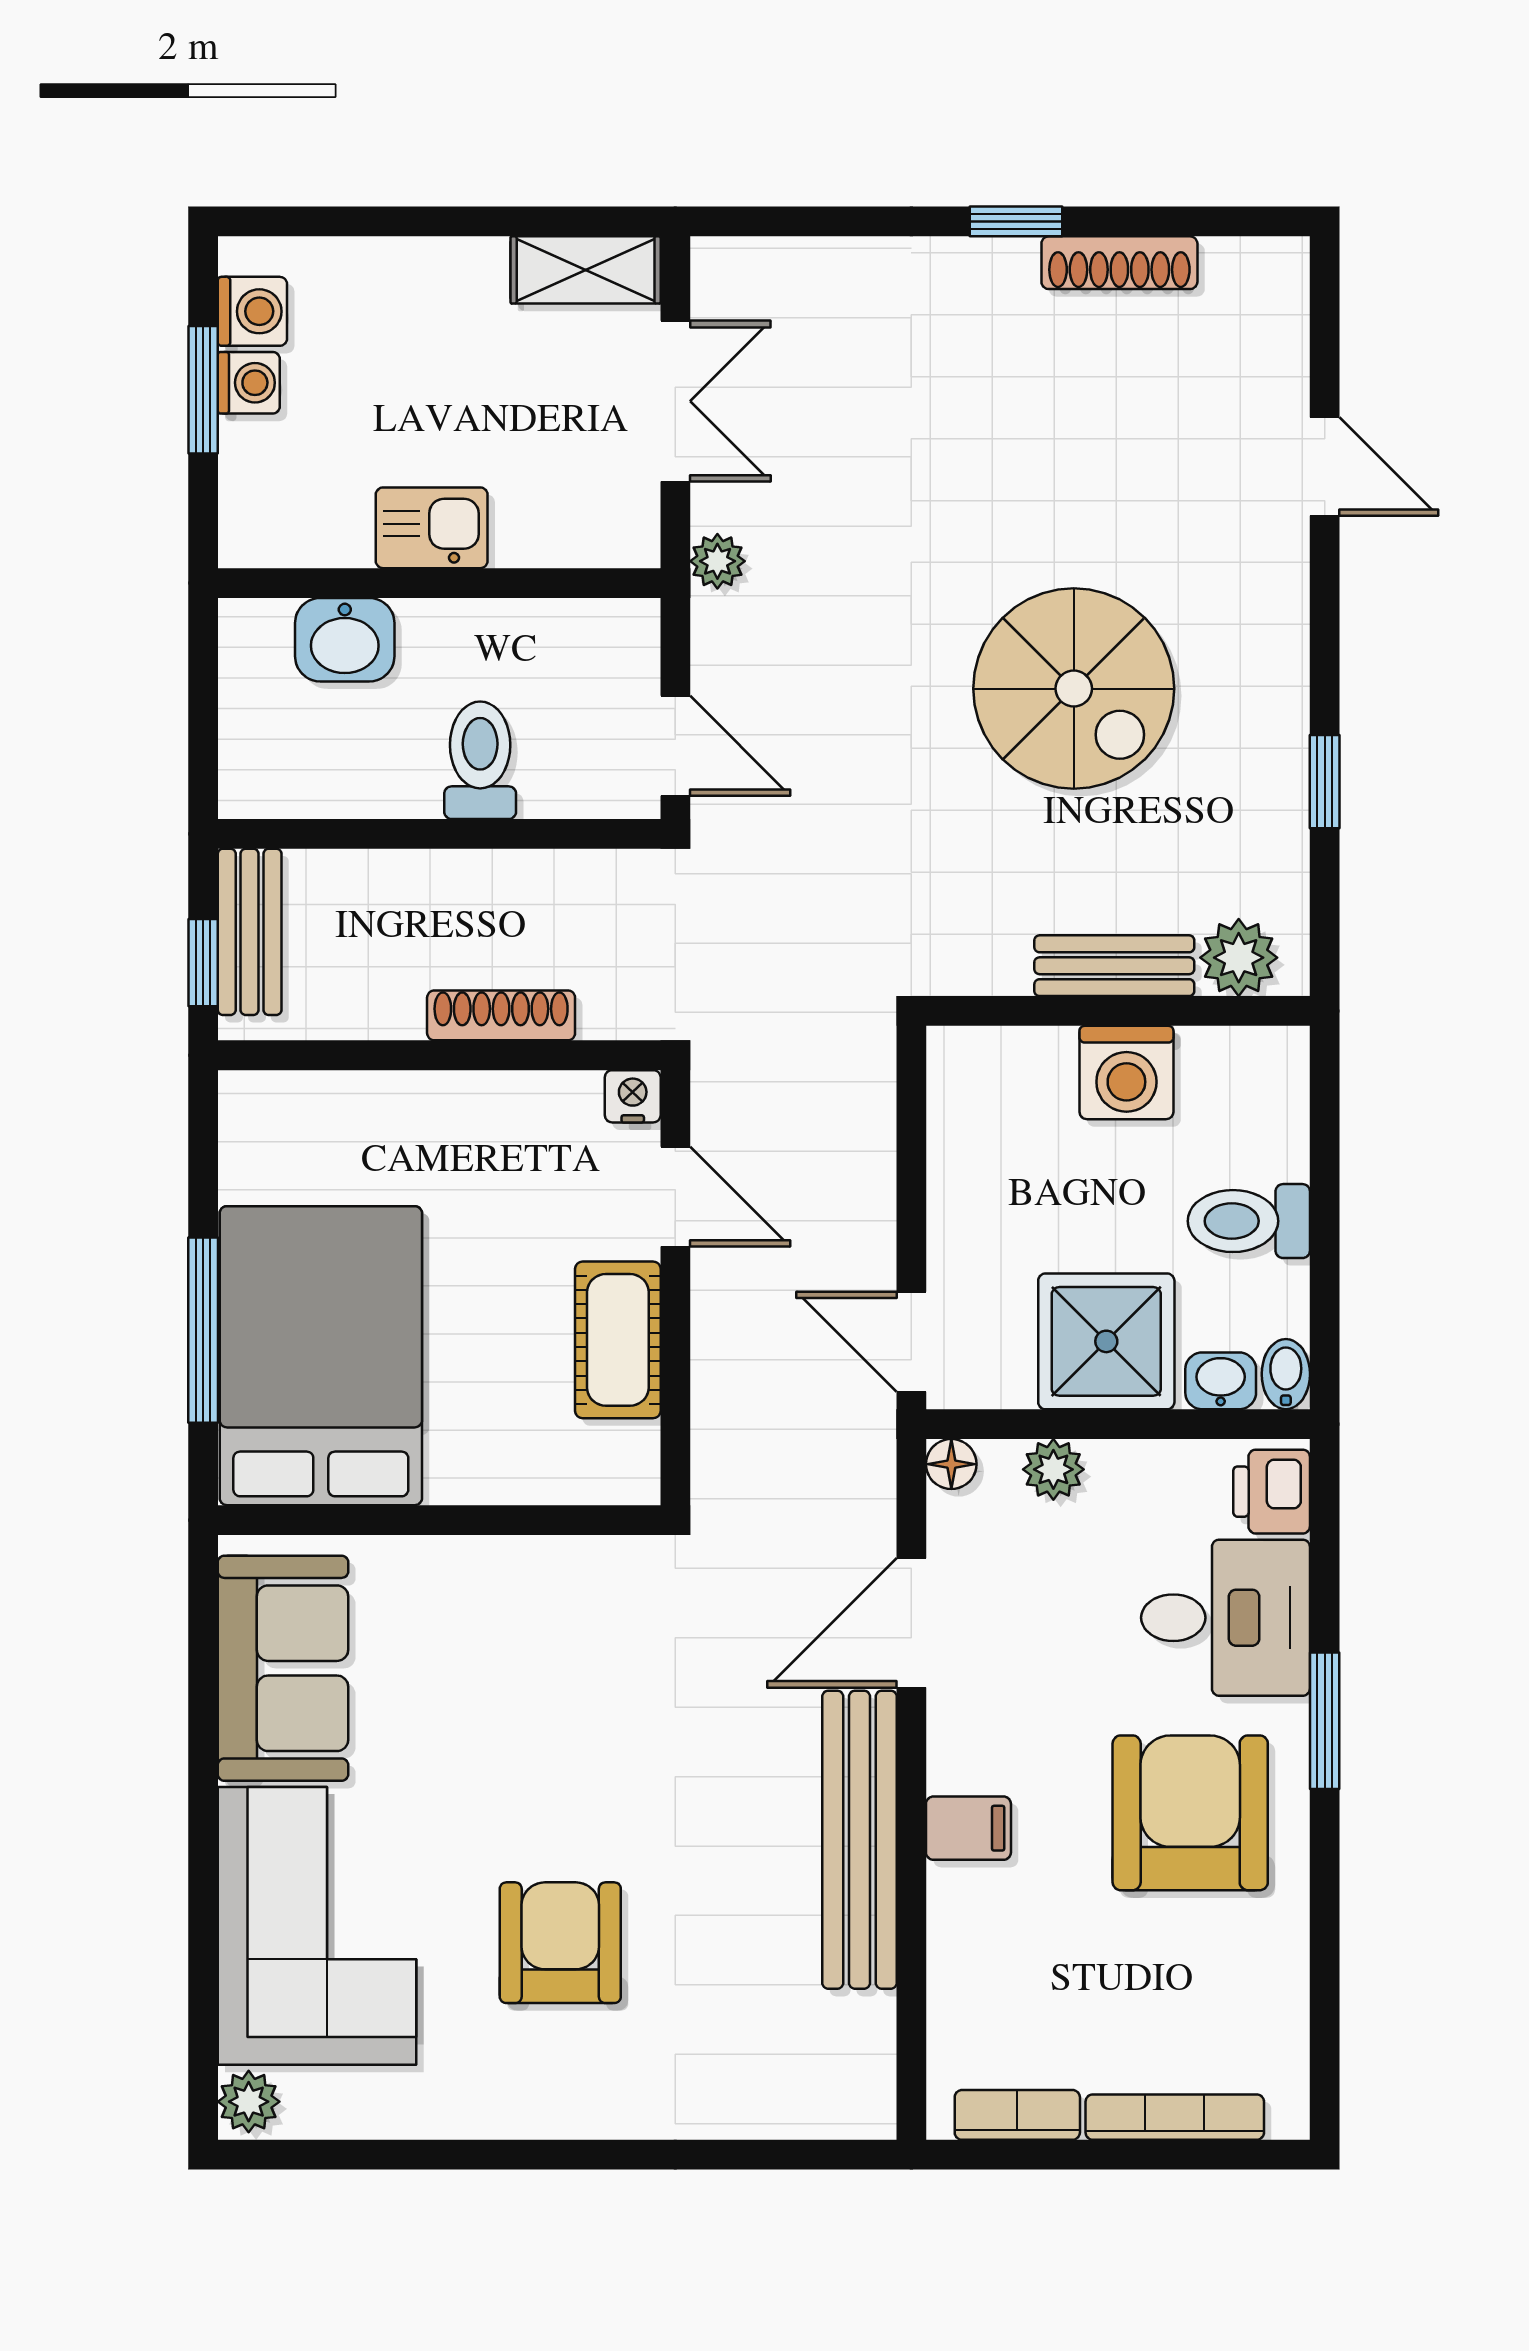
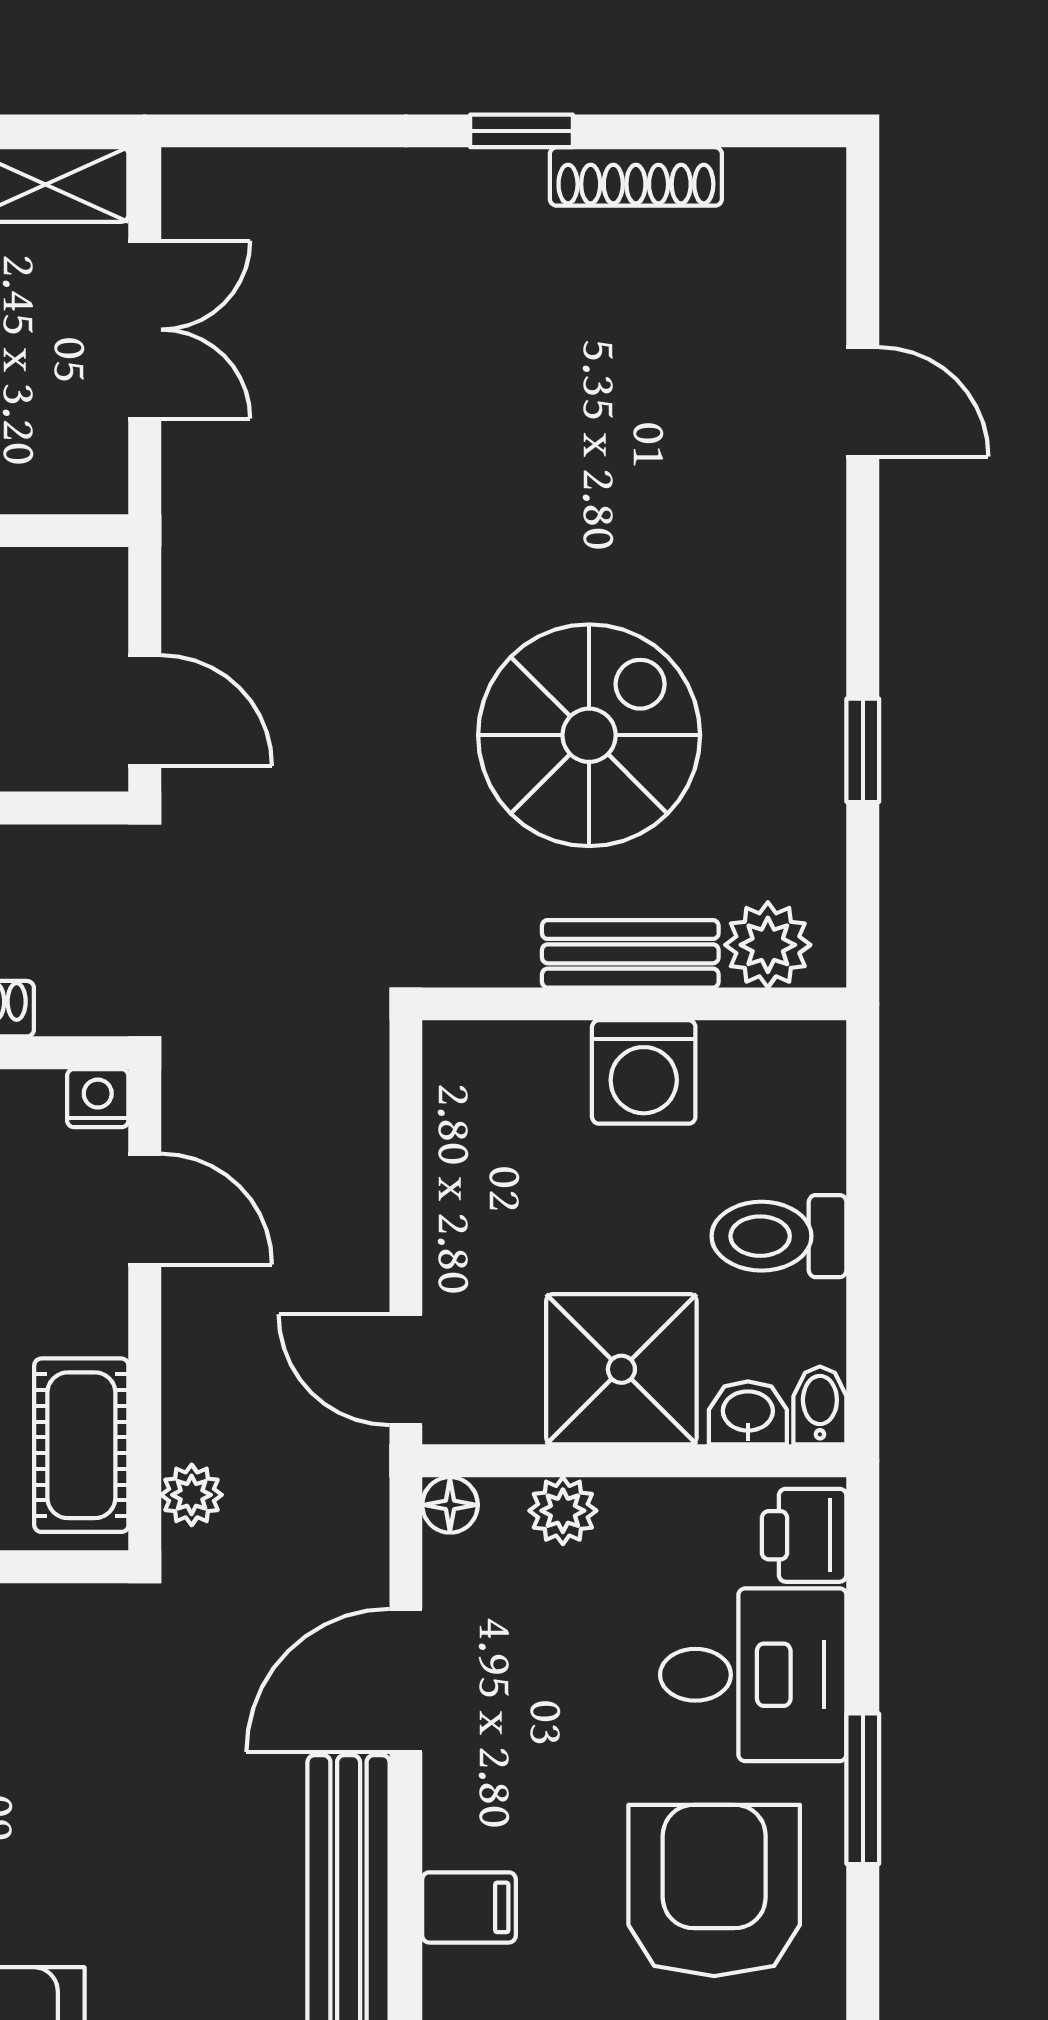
plant: (717, 561) -> (192, 1495), moved
spiral stairs: (1074, 689) -> (589, 735), moved, turned -90
cot: (618, 1340) -> (81, 1445), moved

